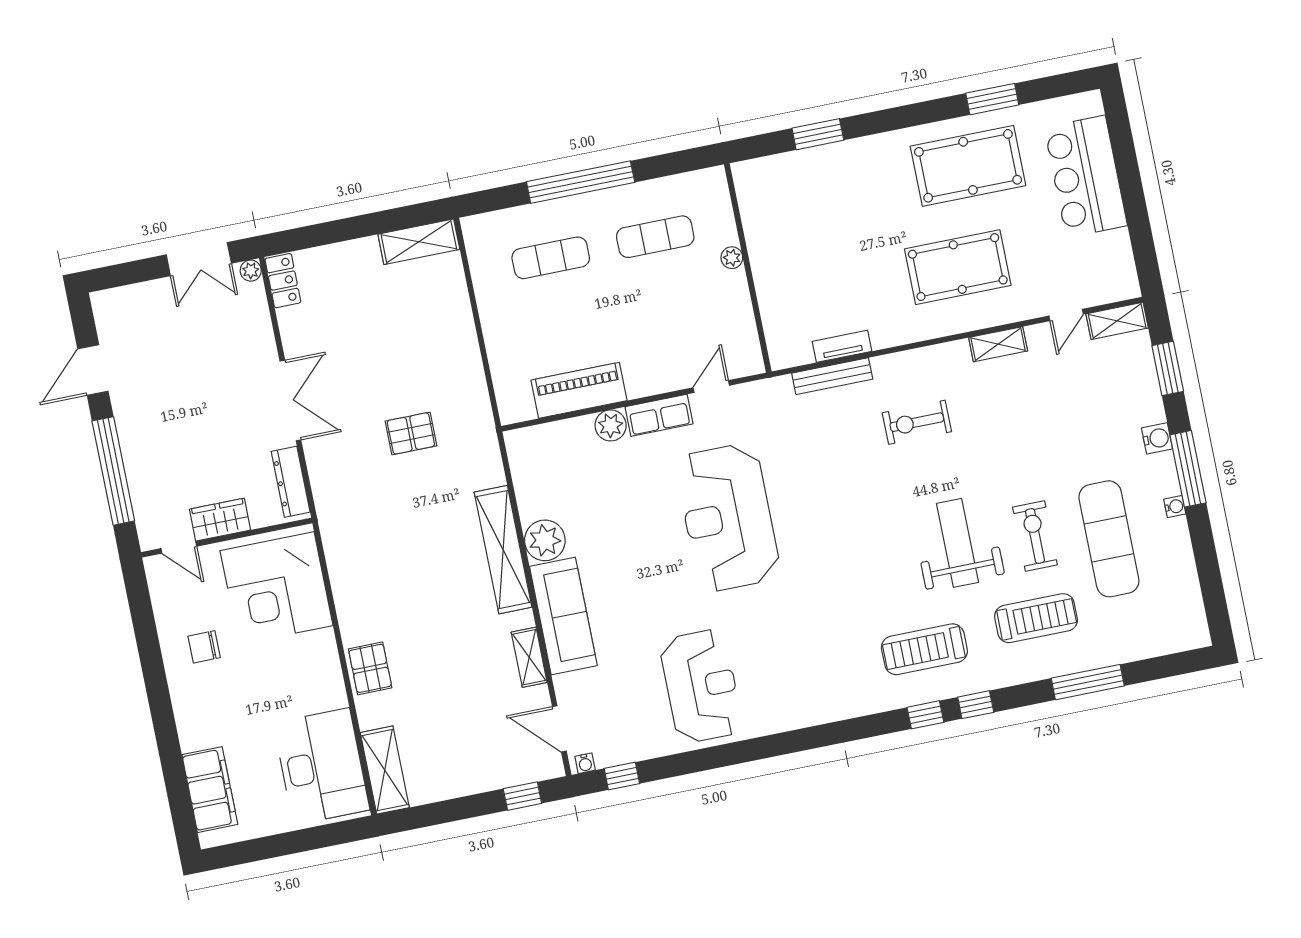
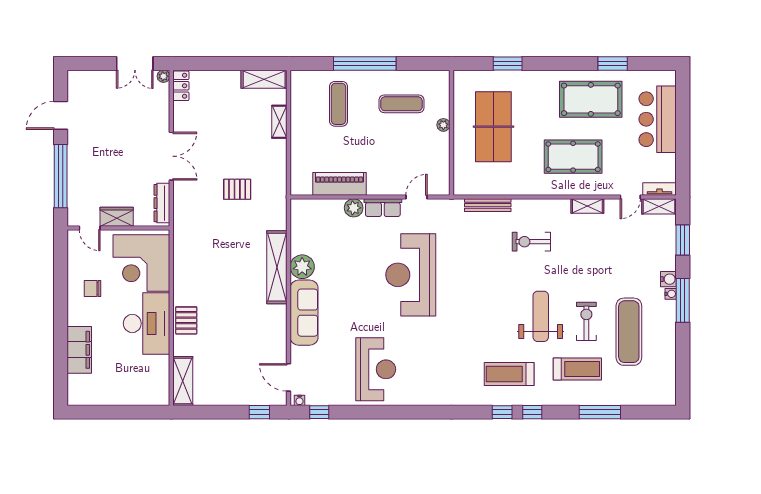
table tennis table: (816, 244) -> (493, 127), added
exercise mat: (551, 258) -> (339, 104), turned 90
tv unit: (842, 346) -> (660, 189), moved
water cooler: (1175, 507) -> (671, 294), moved
shelving: (529, 657) -> (279, 122), moved
desk: (321, 766) -> (147, 323), moved
filing cabinet: (210, 790) -> (79, 350), moved

